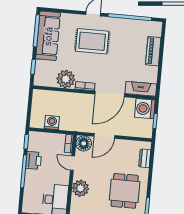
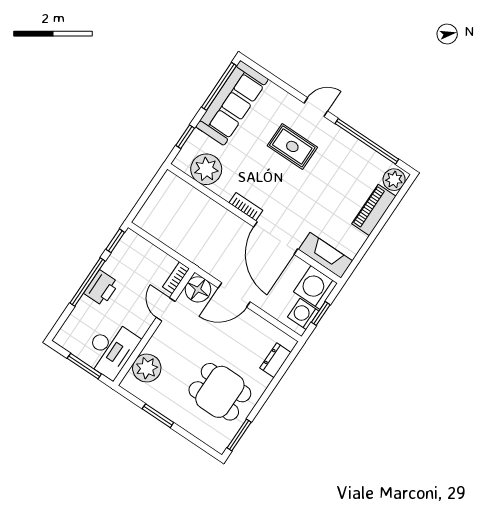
plant: (155, 29) -> (394, 180), added
rug: (92, 41) -> (292, 146), width x0.73, depth x0.70
plant: (66, 79) -> (206, 169), moved
door: (110, 94) -> (276, 238), hinge flipped
washing machine: (52, 123) -> (303, 314), moved, turned -90
printer: (34, 160) -> (101, 288), moved
plant: (80, 188) -> (147, 368), moved
dining table: (125, 191) -> (220, 392), turned 90

